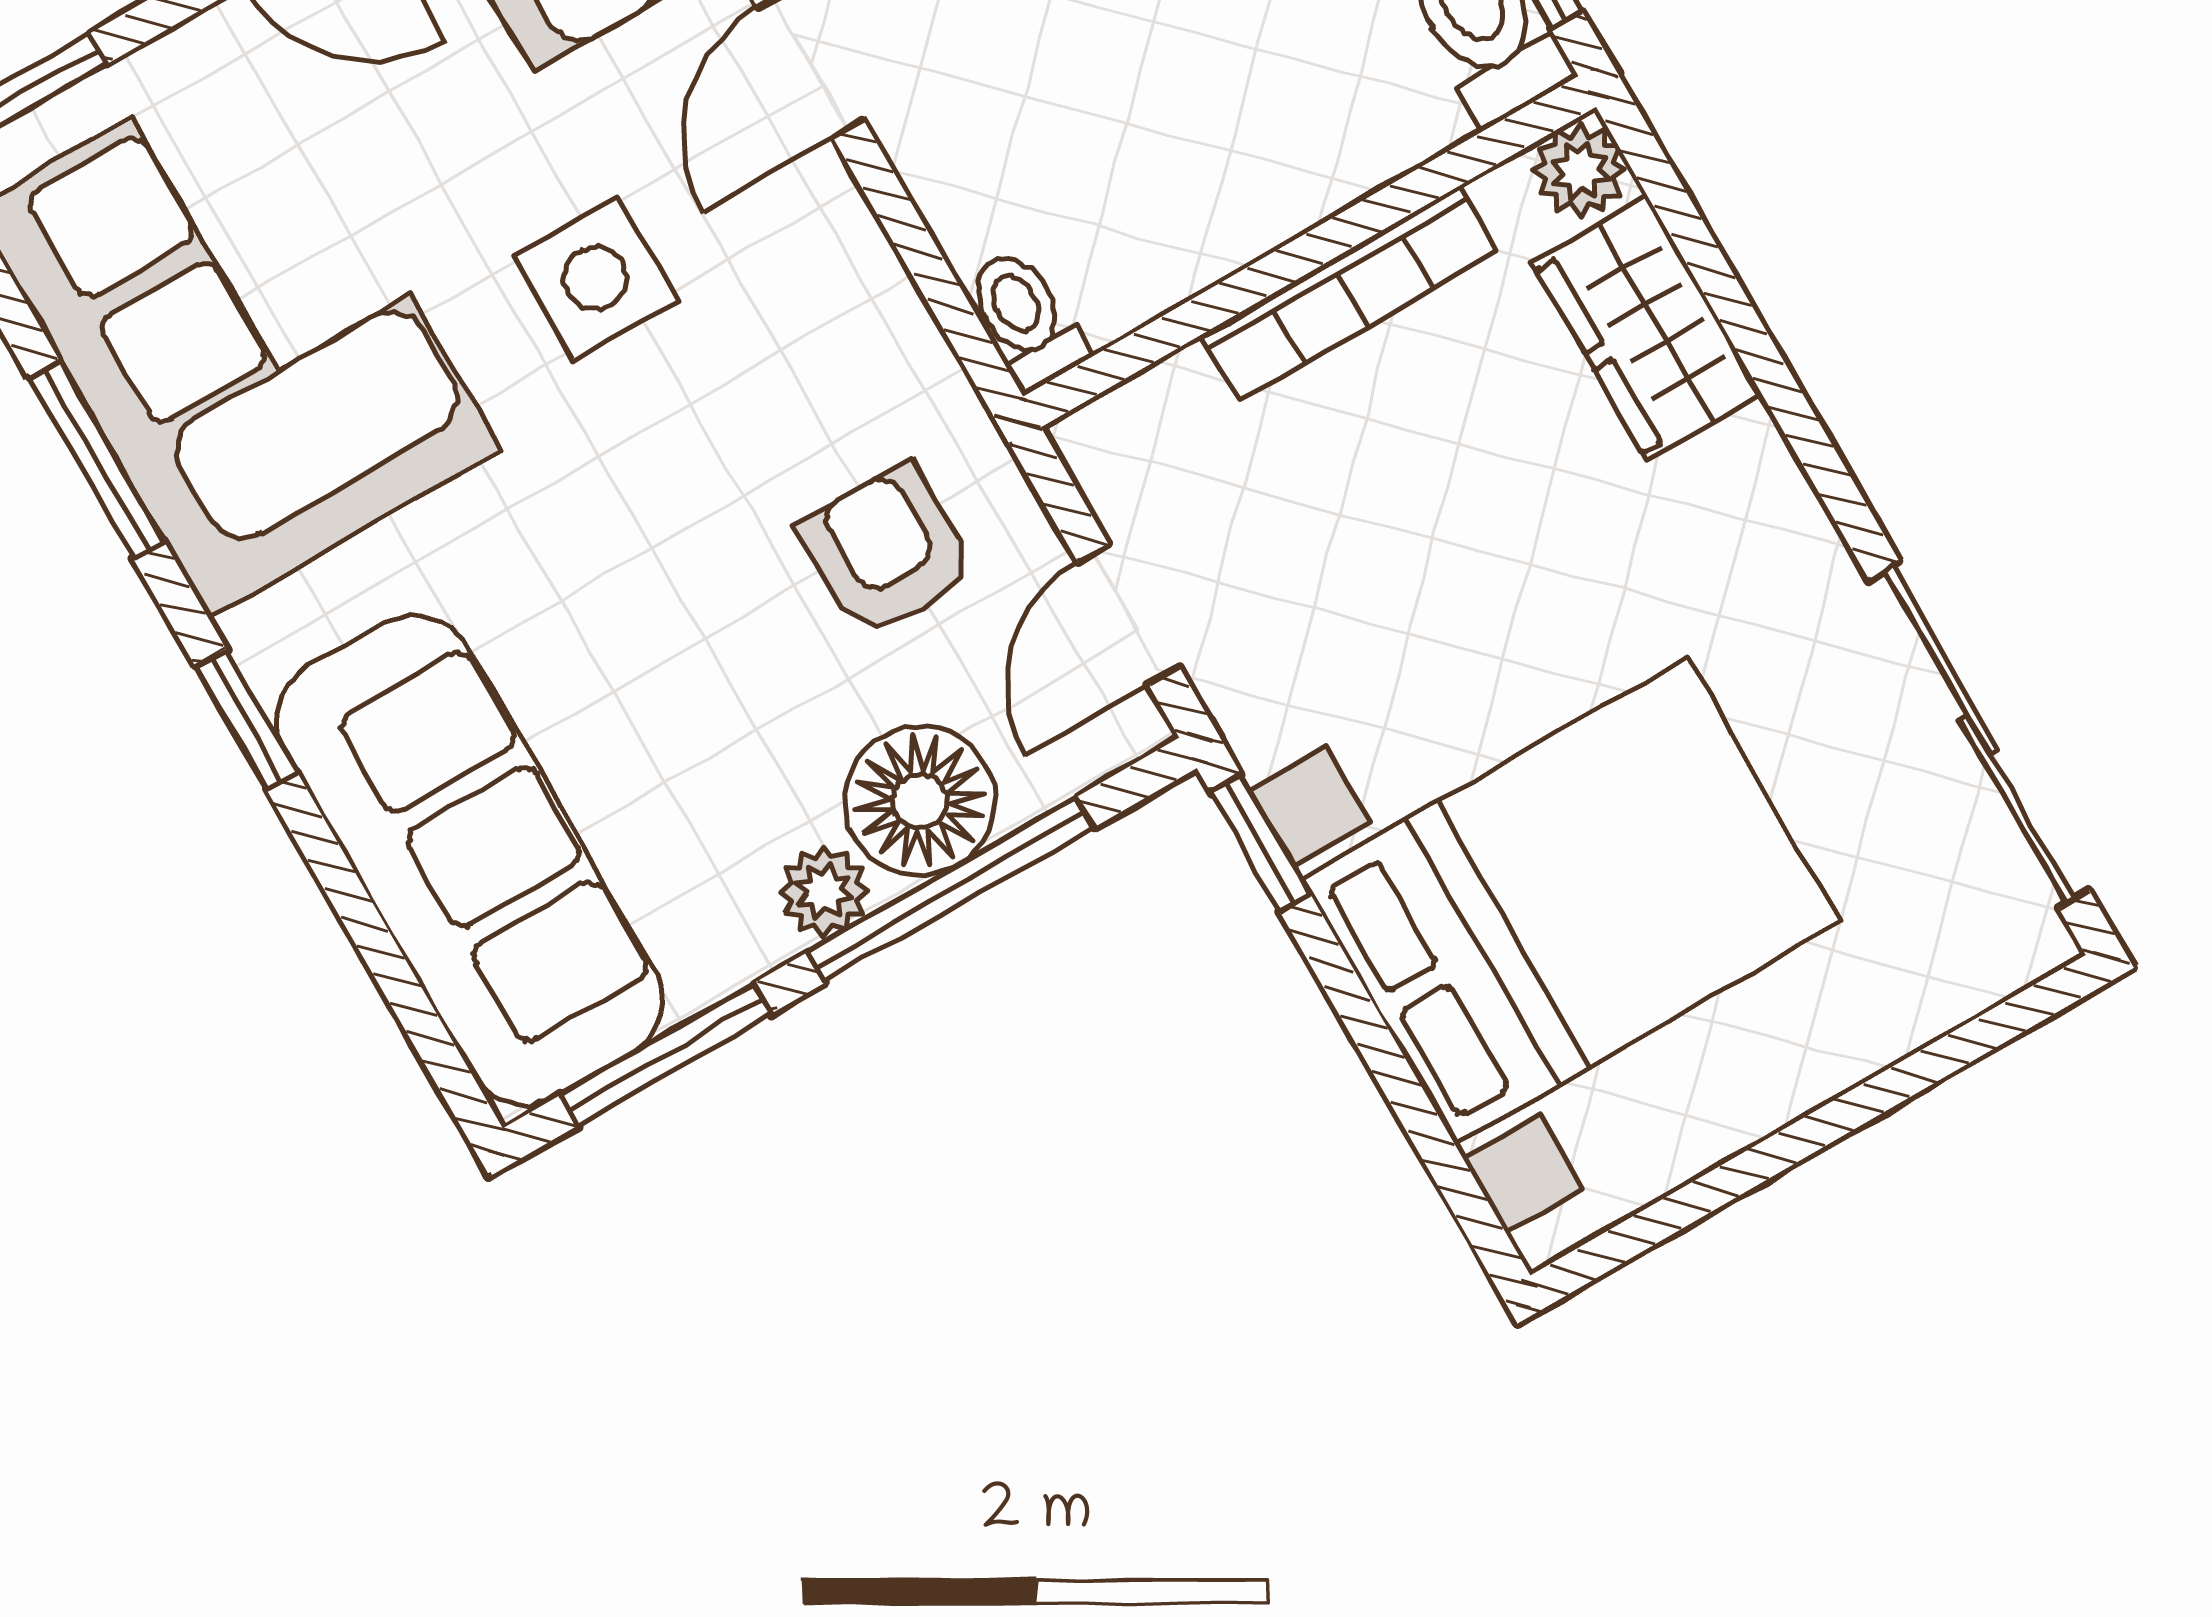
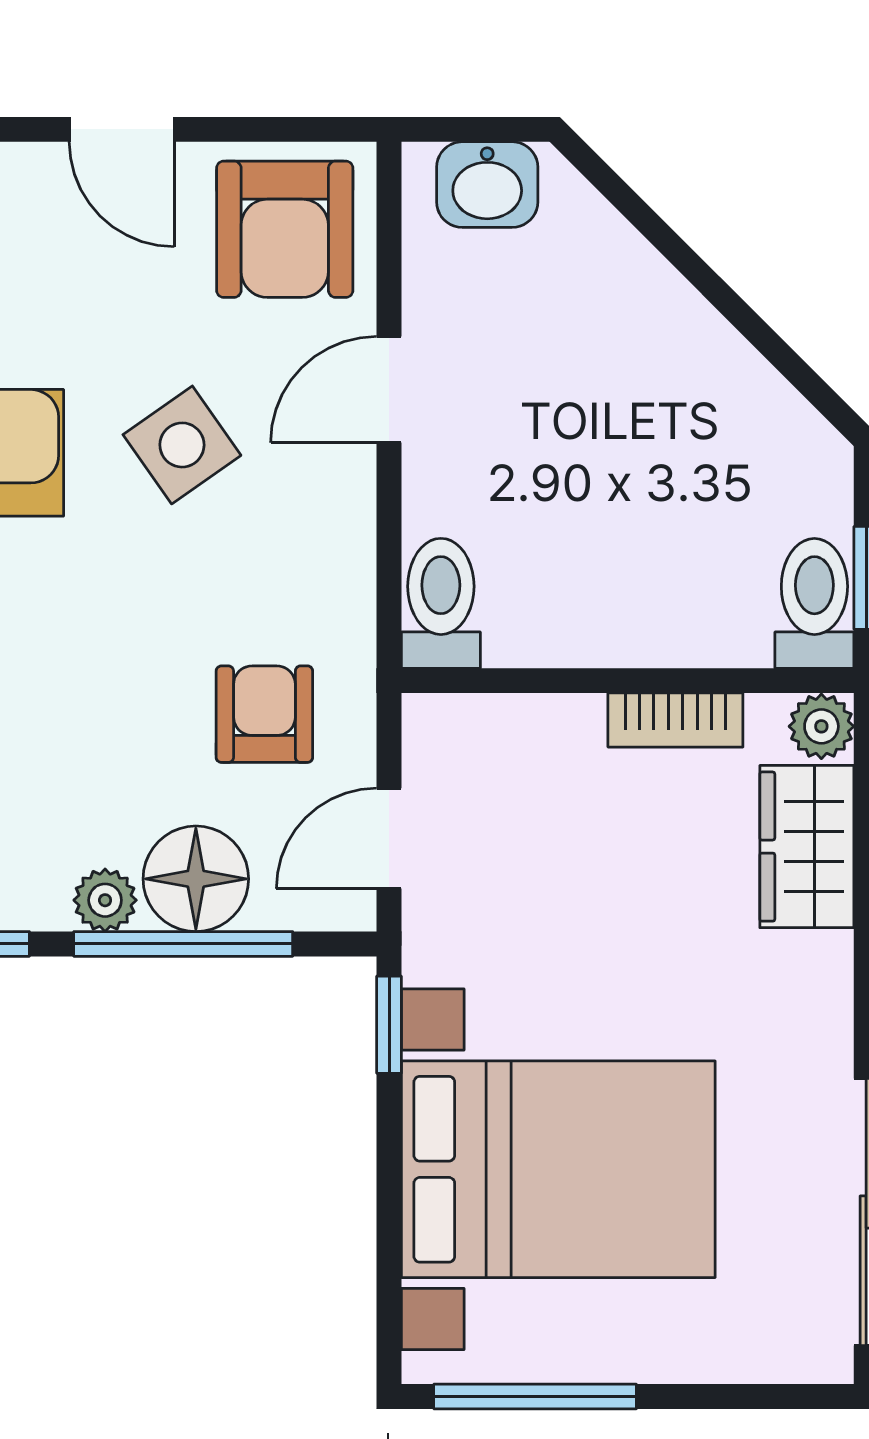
side table: (595, 278) -> (182, 445), turned -35
bookcase: (1350, 293) -> (675, 720), width x0.64
toilet: (1025, 319) -> (441, 603), width x1.37, depth x1.39
window: (1703, 1196) -> (535, 1396), added

